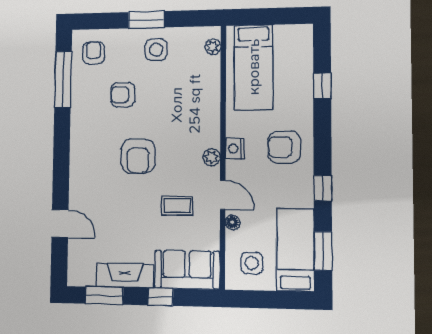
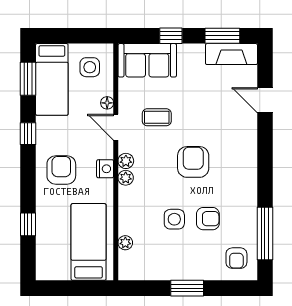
plant: (213, 47) -> (125, 243), moved
side table: (156, 50) -> (174, 219), moved
plant: (212, 139) -> (126, 178), added
armchair: (284, 147) -> (61, 170), turned -90
fireplace: (125, 276) -> (231, 54), moved

